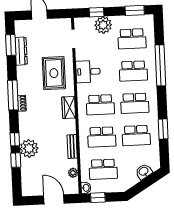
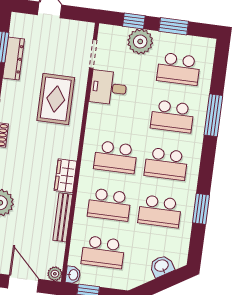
window: (135, 10) -> (174, 26), moved
window: (160, 65) -> (213, 115), width x0.68
desk: (88, 72) -> (108, 88), moved
wardrobe: (69, 107) -> (66, 176), moved
bench: (72, 146) -> (63, 217), width x1.36
plant: (73, 173) -> (55, 274), moved

